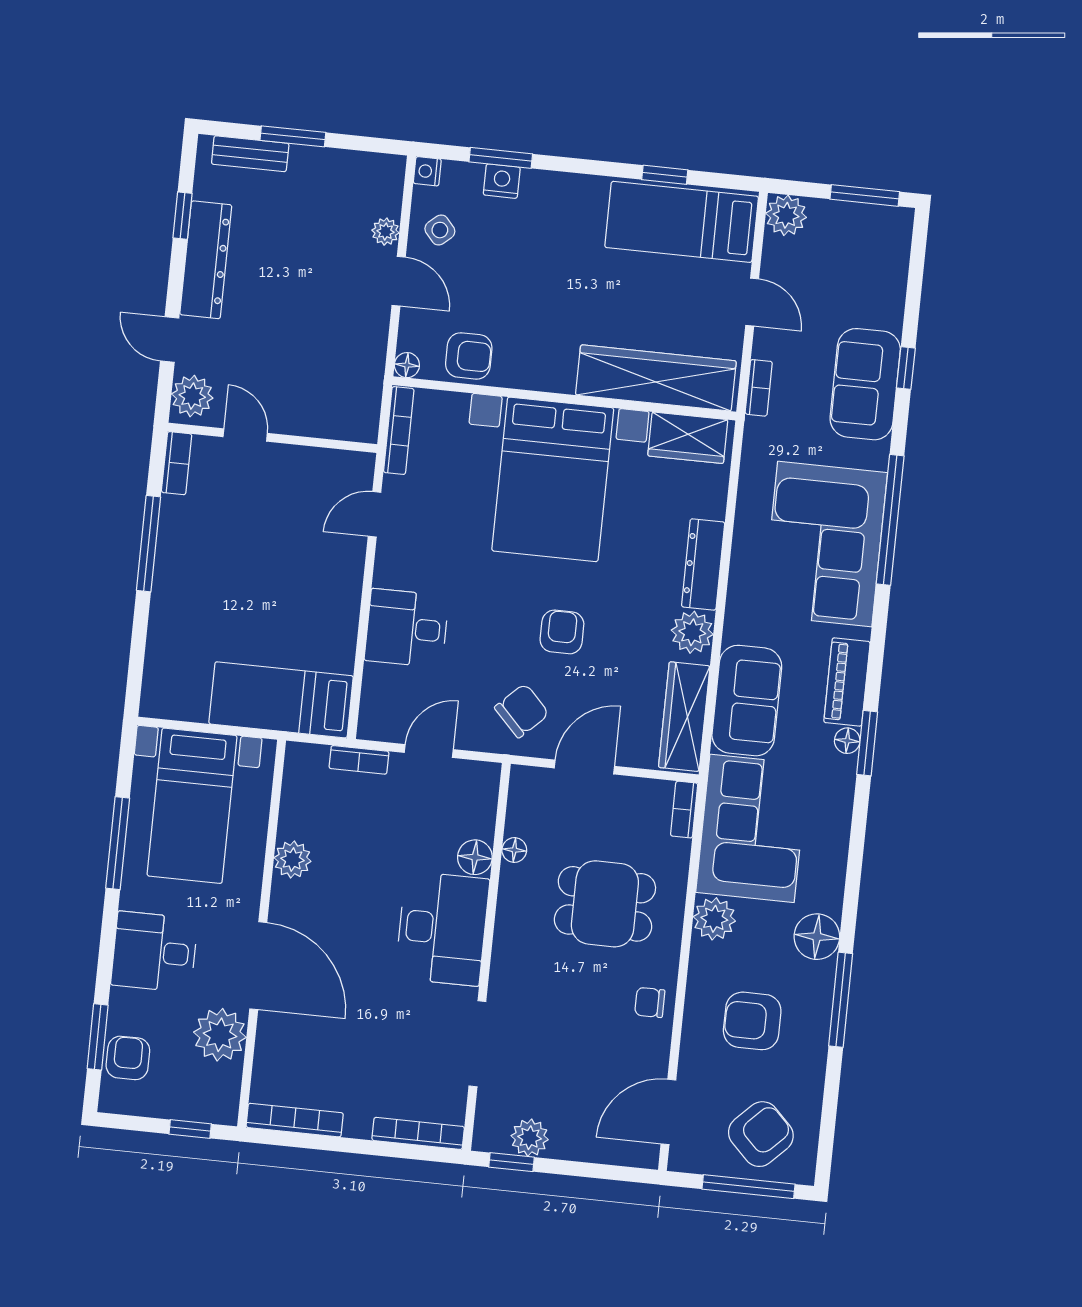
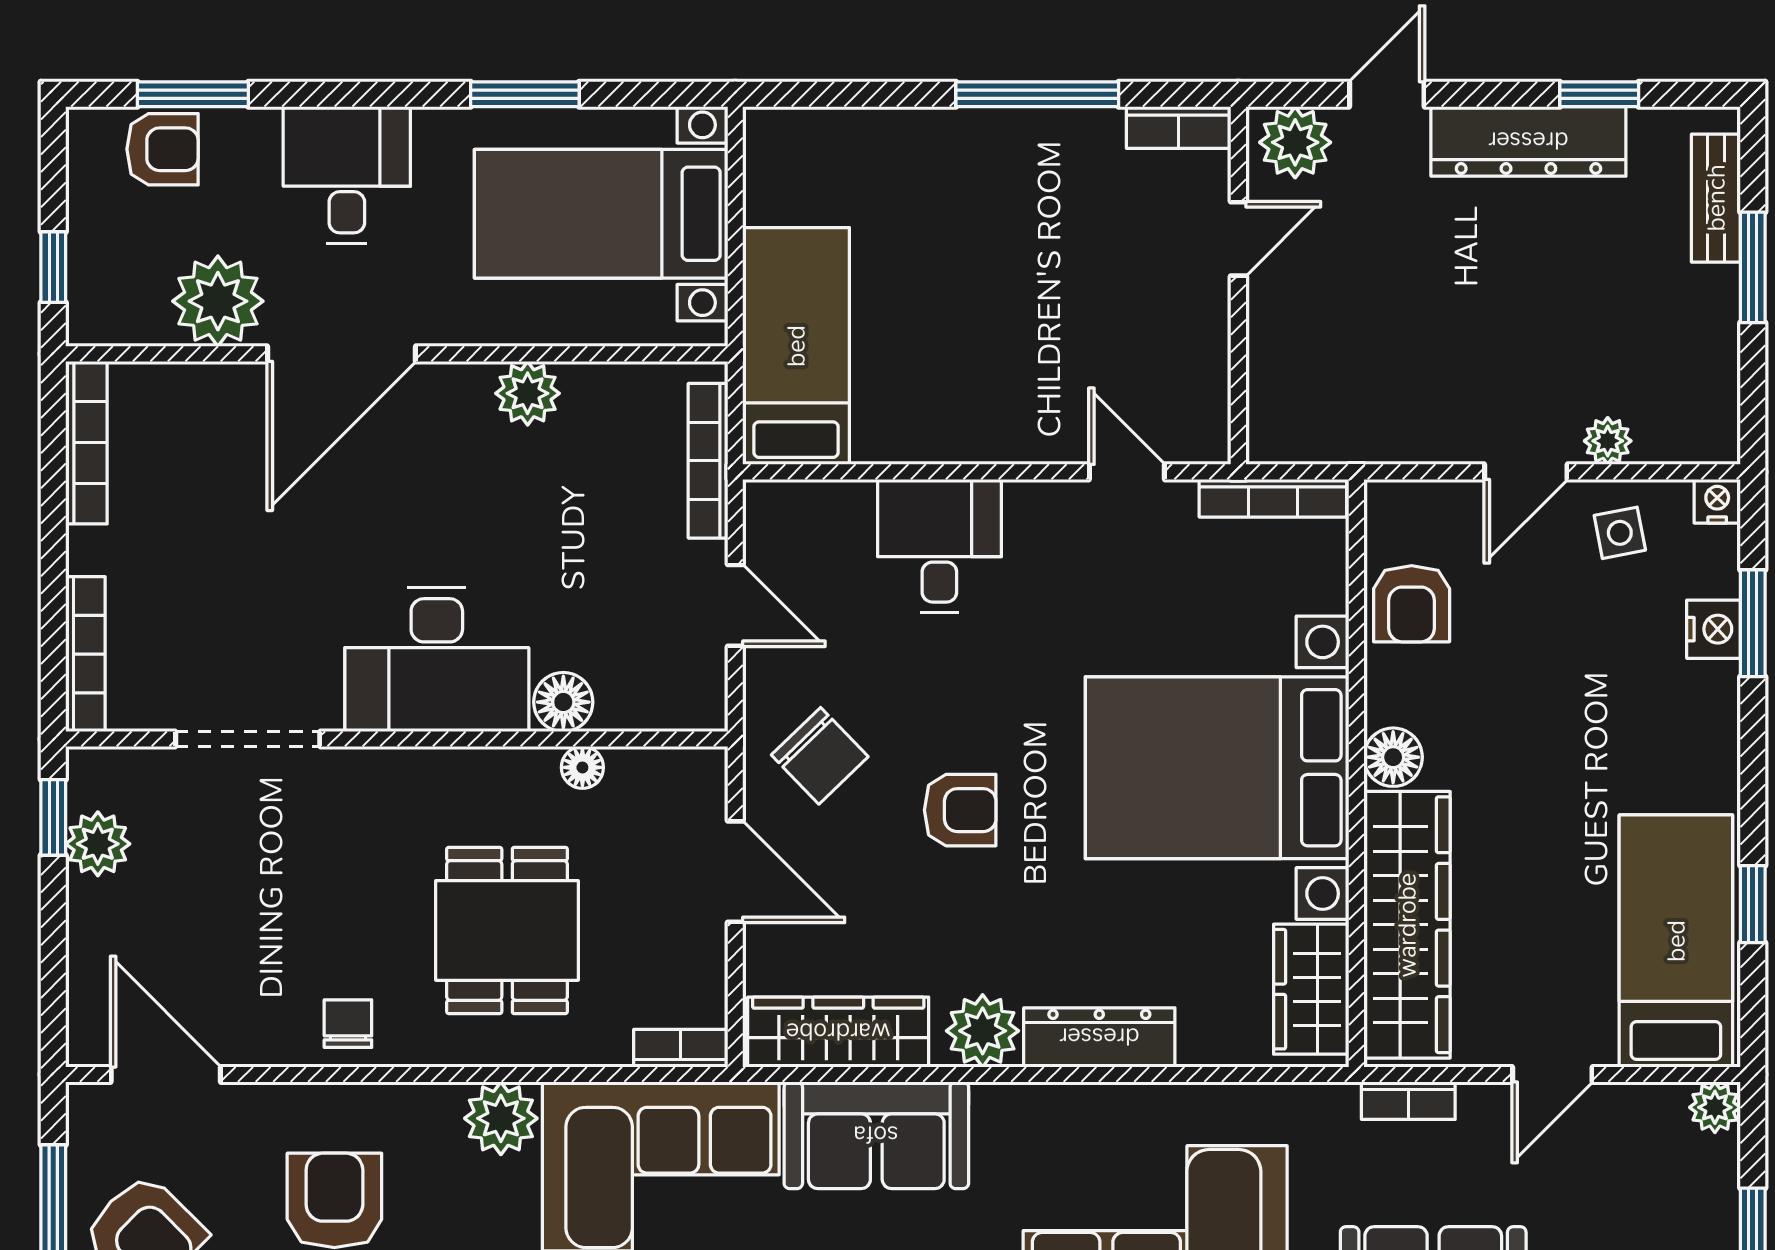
plant: (786, 215) -> (1715, 1107), width x0.73, depth x0.73
side table: (440, 230) -> (1620, 533), turned 30
floor lamp: (407, 365) -> (1393, 757), moved, width x1.37, depth x1.37
bookcase: (359, 760) -> (708, 461), width x1.56
window: (118, 843) -> (525, 94), width x0.69

